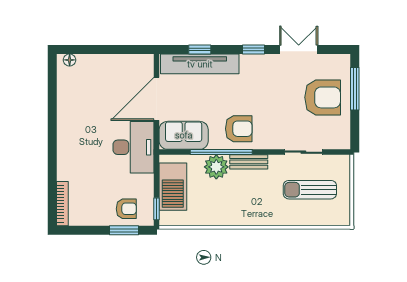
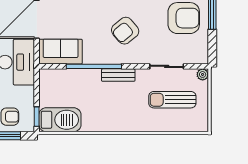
armchair: (239, 129) -> (125, 31), moved, turned 140
plant: (216, 167) -> (203, 74), moved, width x0.53, depth x0.53
barbecue: (173, 187) -> (60, 120), moved, turned -90

